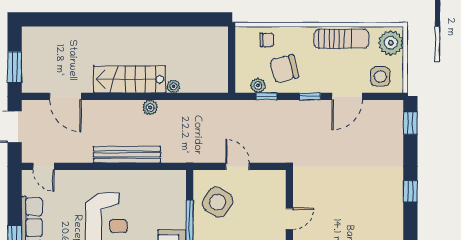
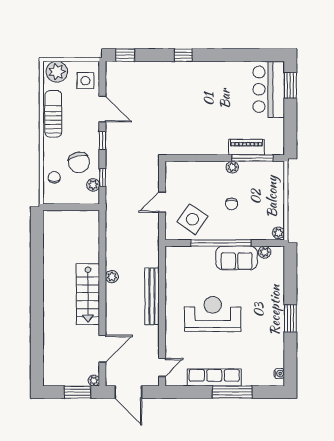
plant: (173, 86) -> (94, 381), moved
door: (289, 219) -> (207, 158), removed

